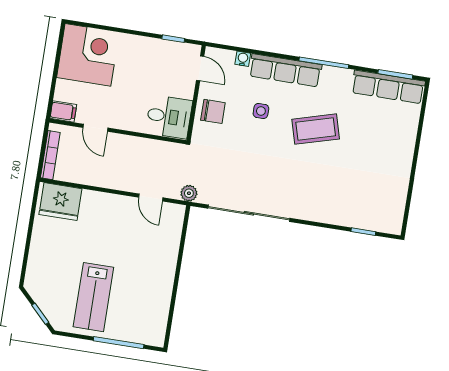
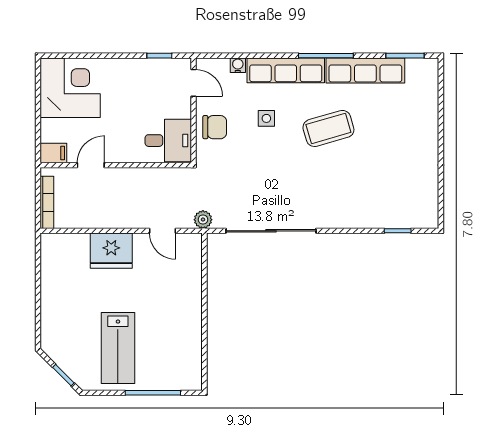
row of seats: (388, 87) -> (365, 70), moved
door: (95, 128) -> (91, 165), swing flipped
fridge: (60, 202) -> (111, 251), moved

